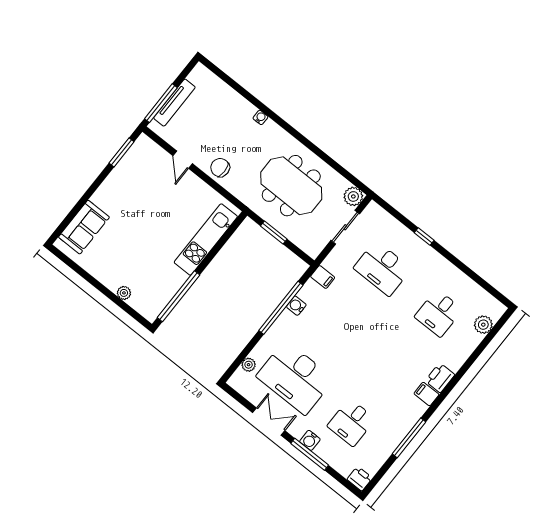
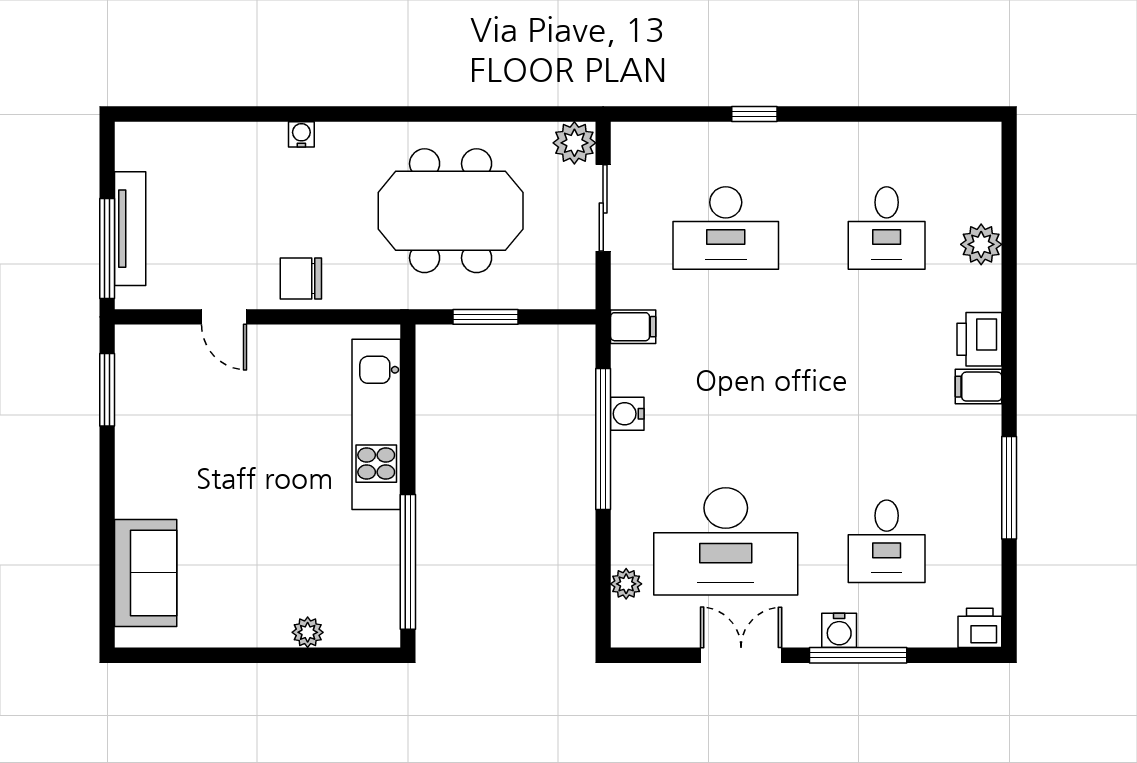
plant: (483, 325) -> (981, 244), moved

